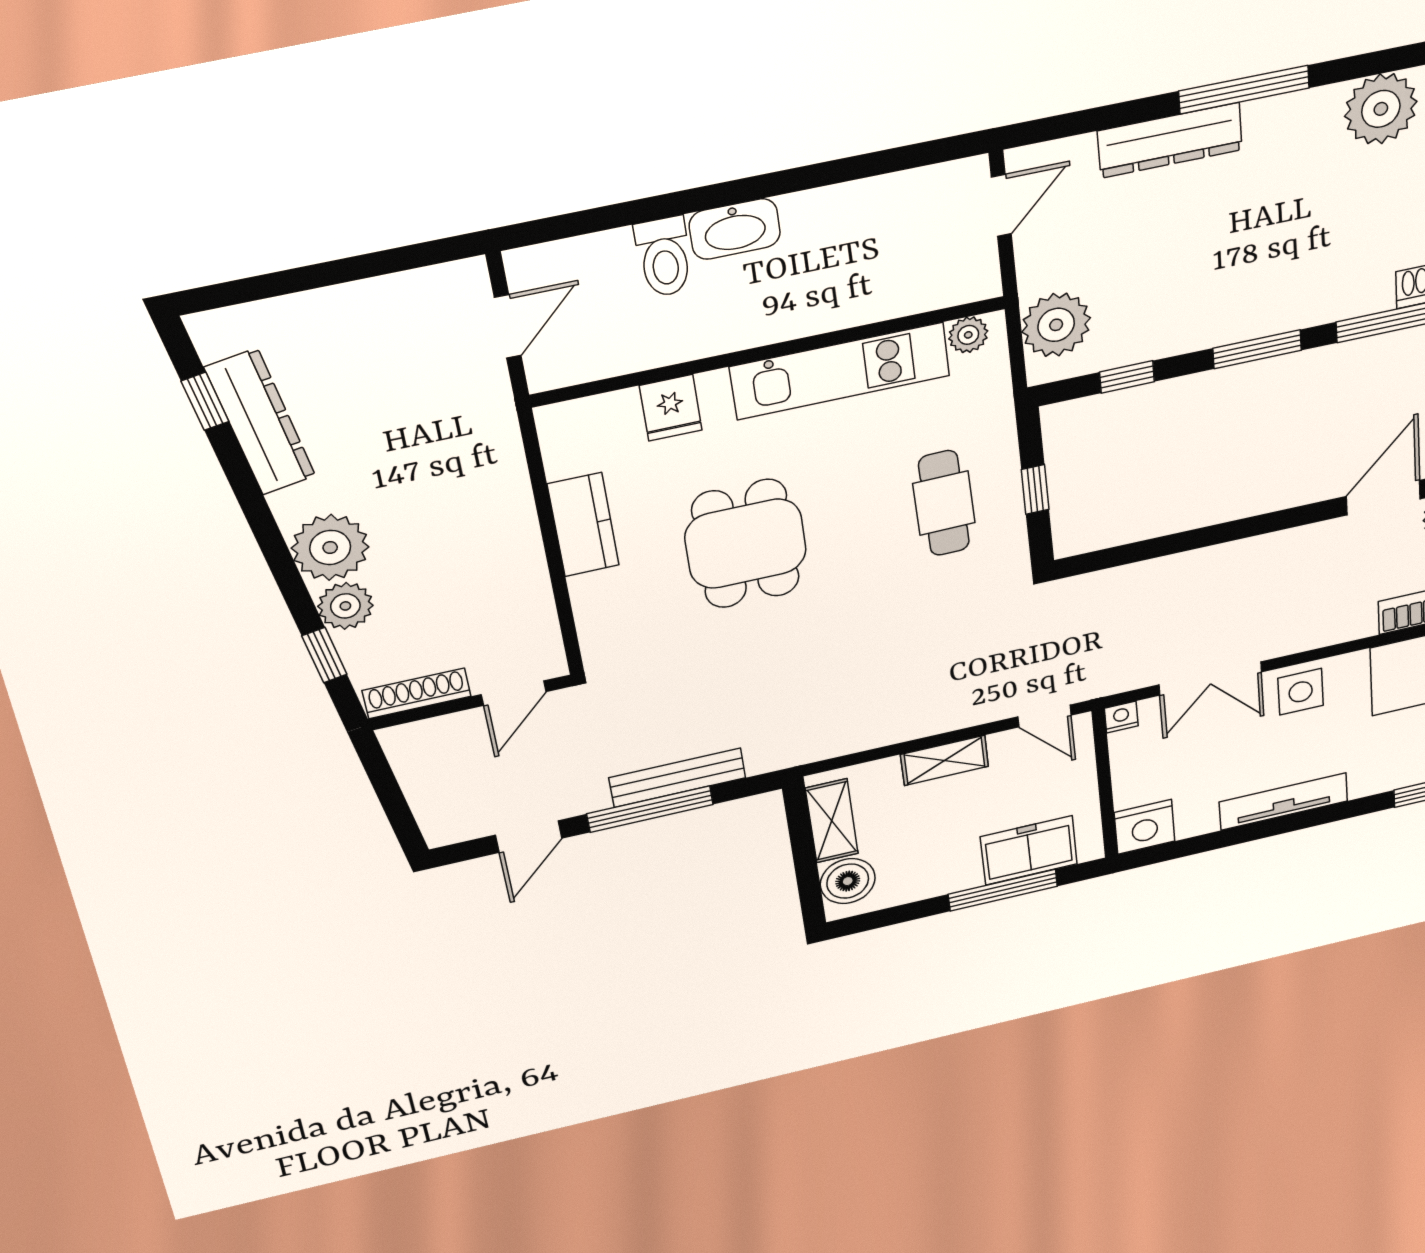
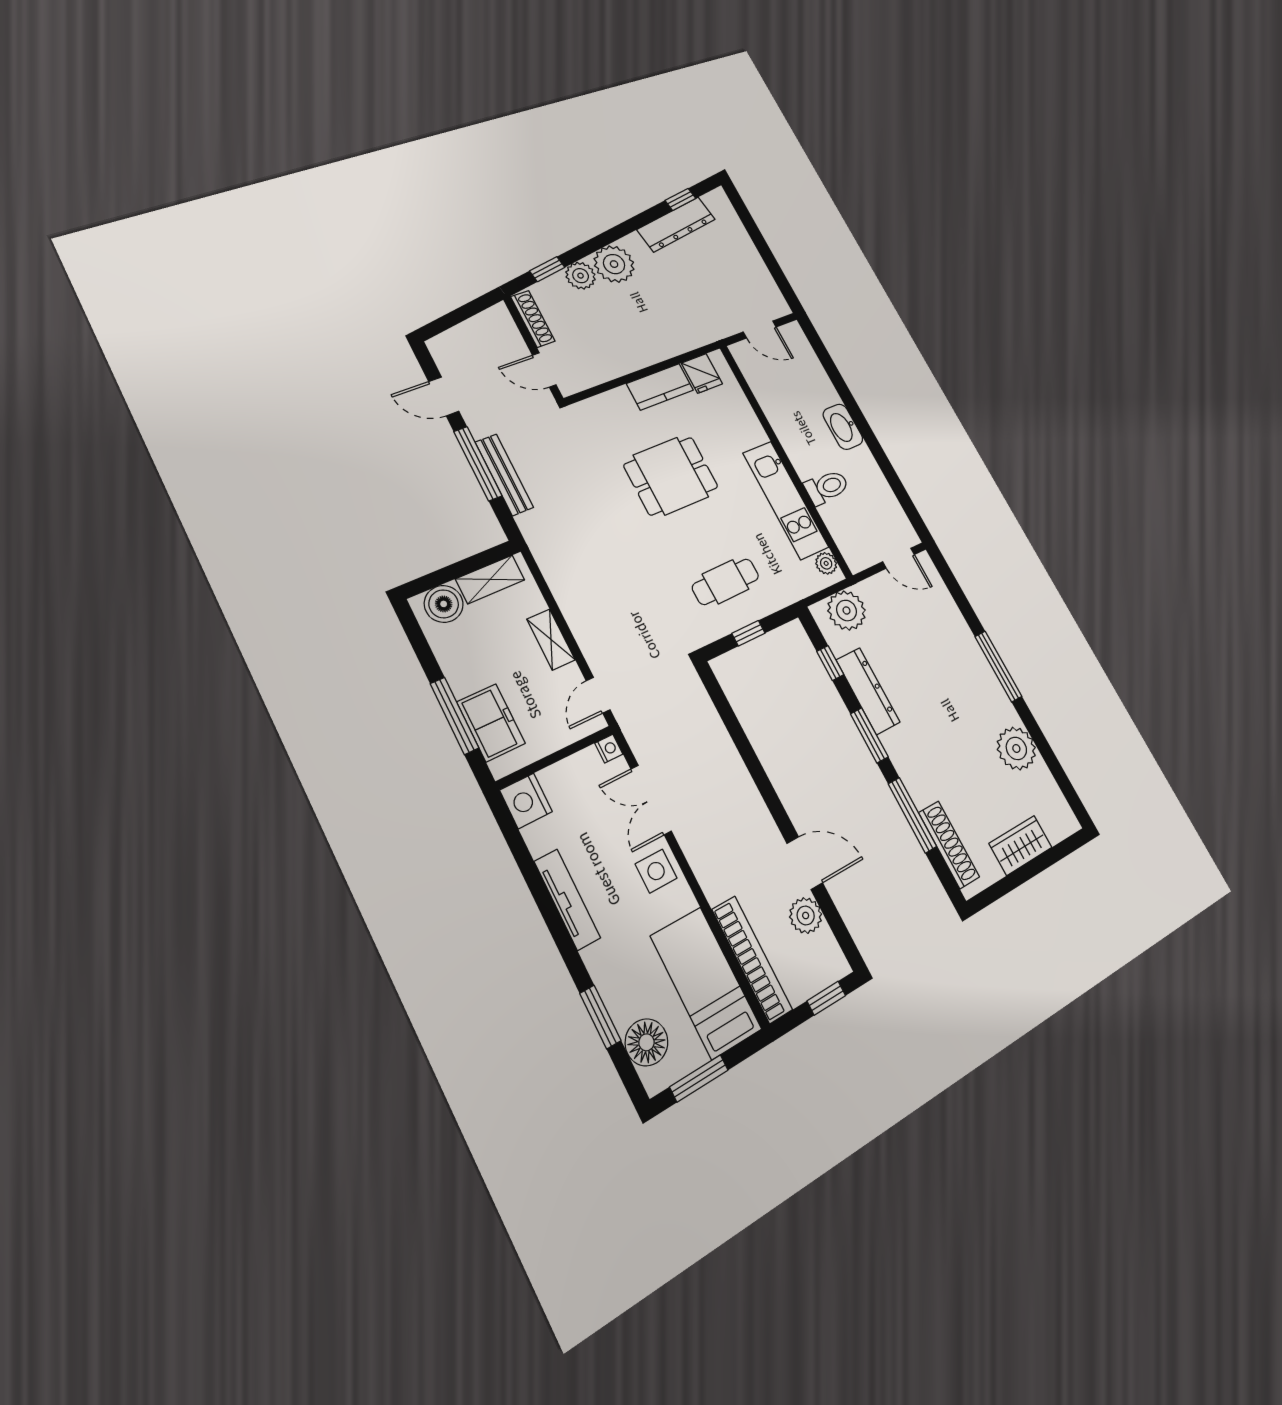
dresser: (1170, 140) -> (868, 691), moved, turned 180
toilet: (664, 257) -> (827, 487), moved, turned 180
fridge: (671, 408) -> (702, 373), moved, turned -90

